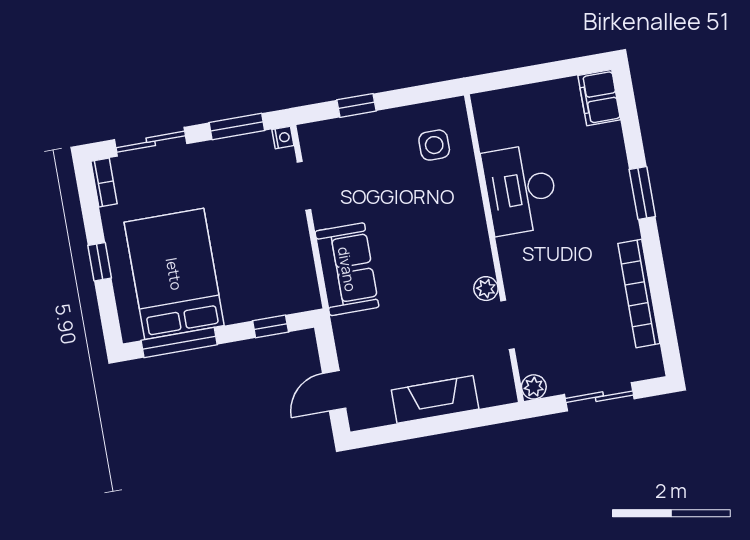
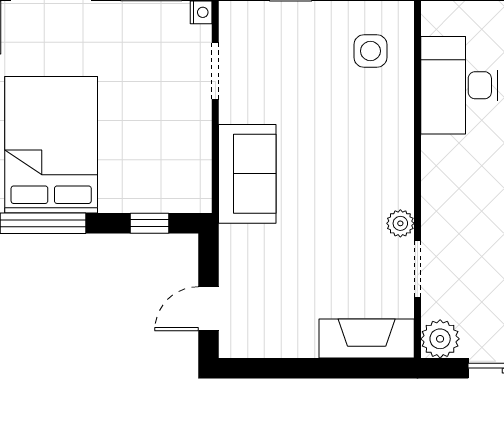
desk: (521, 189) -> (459, 85), moved
plant: (534, 387) -> (440, 339), width x1.38, depth x1.38
fireplace: (435, 399) -> (367, 339), moved

